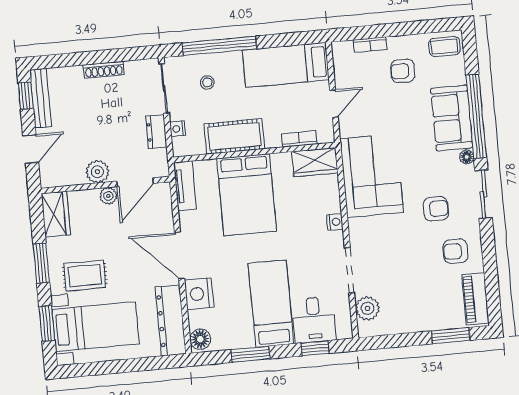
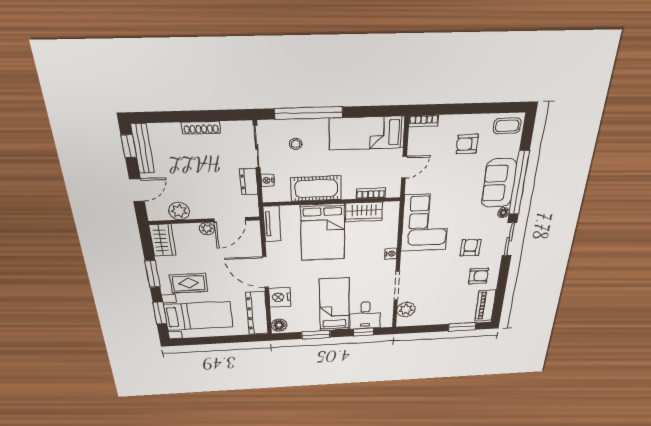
bookcase: (370, 45) -> (424, 121), moved
wardrobe: (315, 162) -> (364, 212), moved
plant: (97, 172) -> (179, 211), moved
armchair: (436, 209) -> (471, 248), turned -88
armchair: (456, 251) -> (478, 276), turned 180

